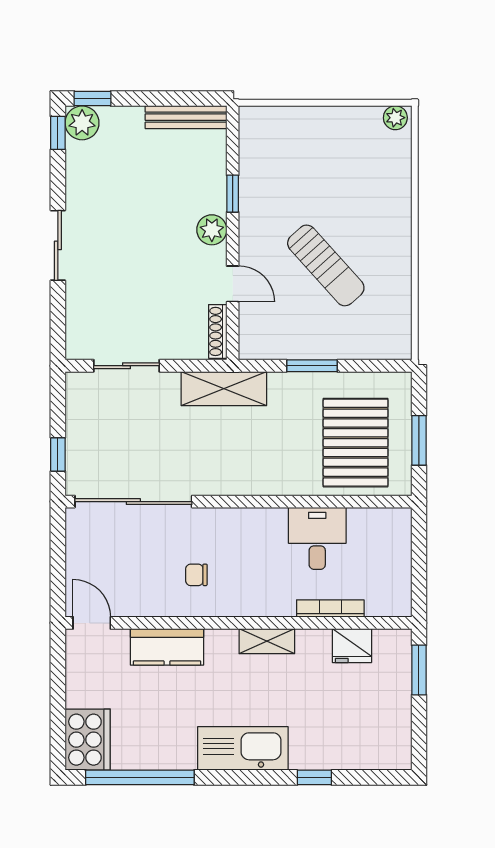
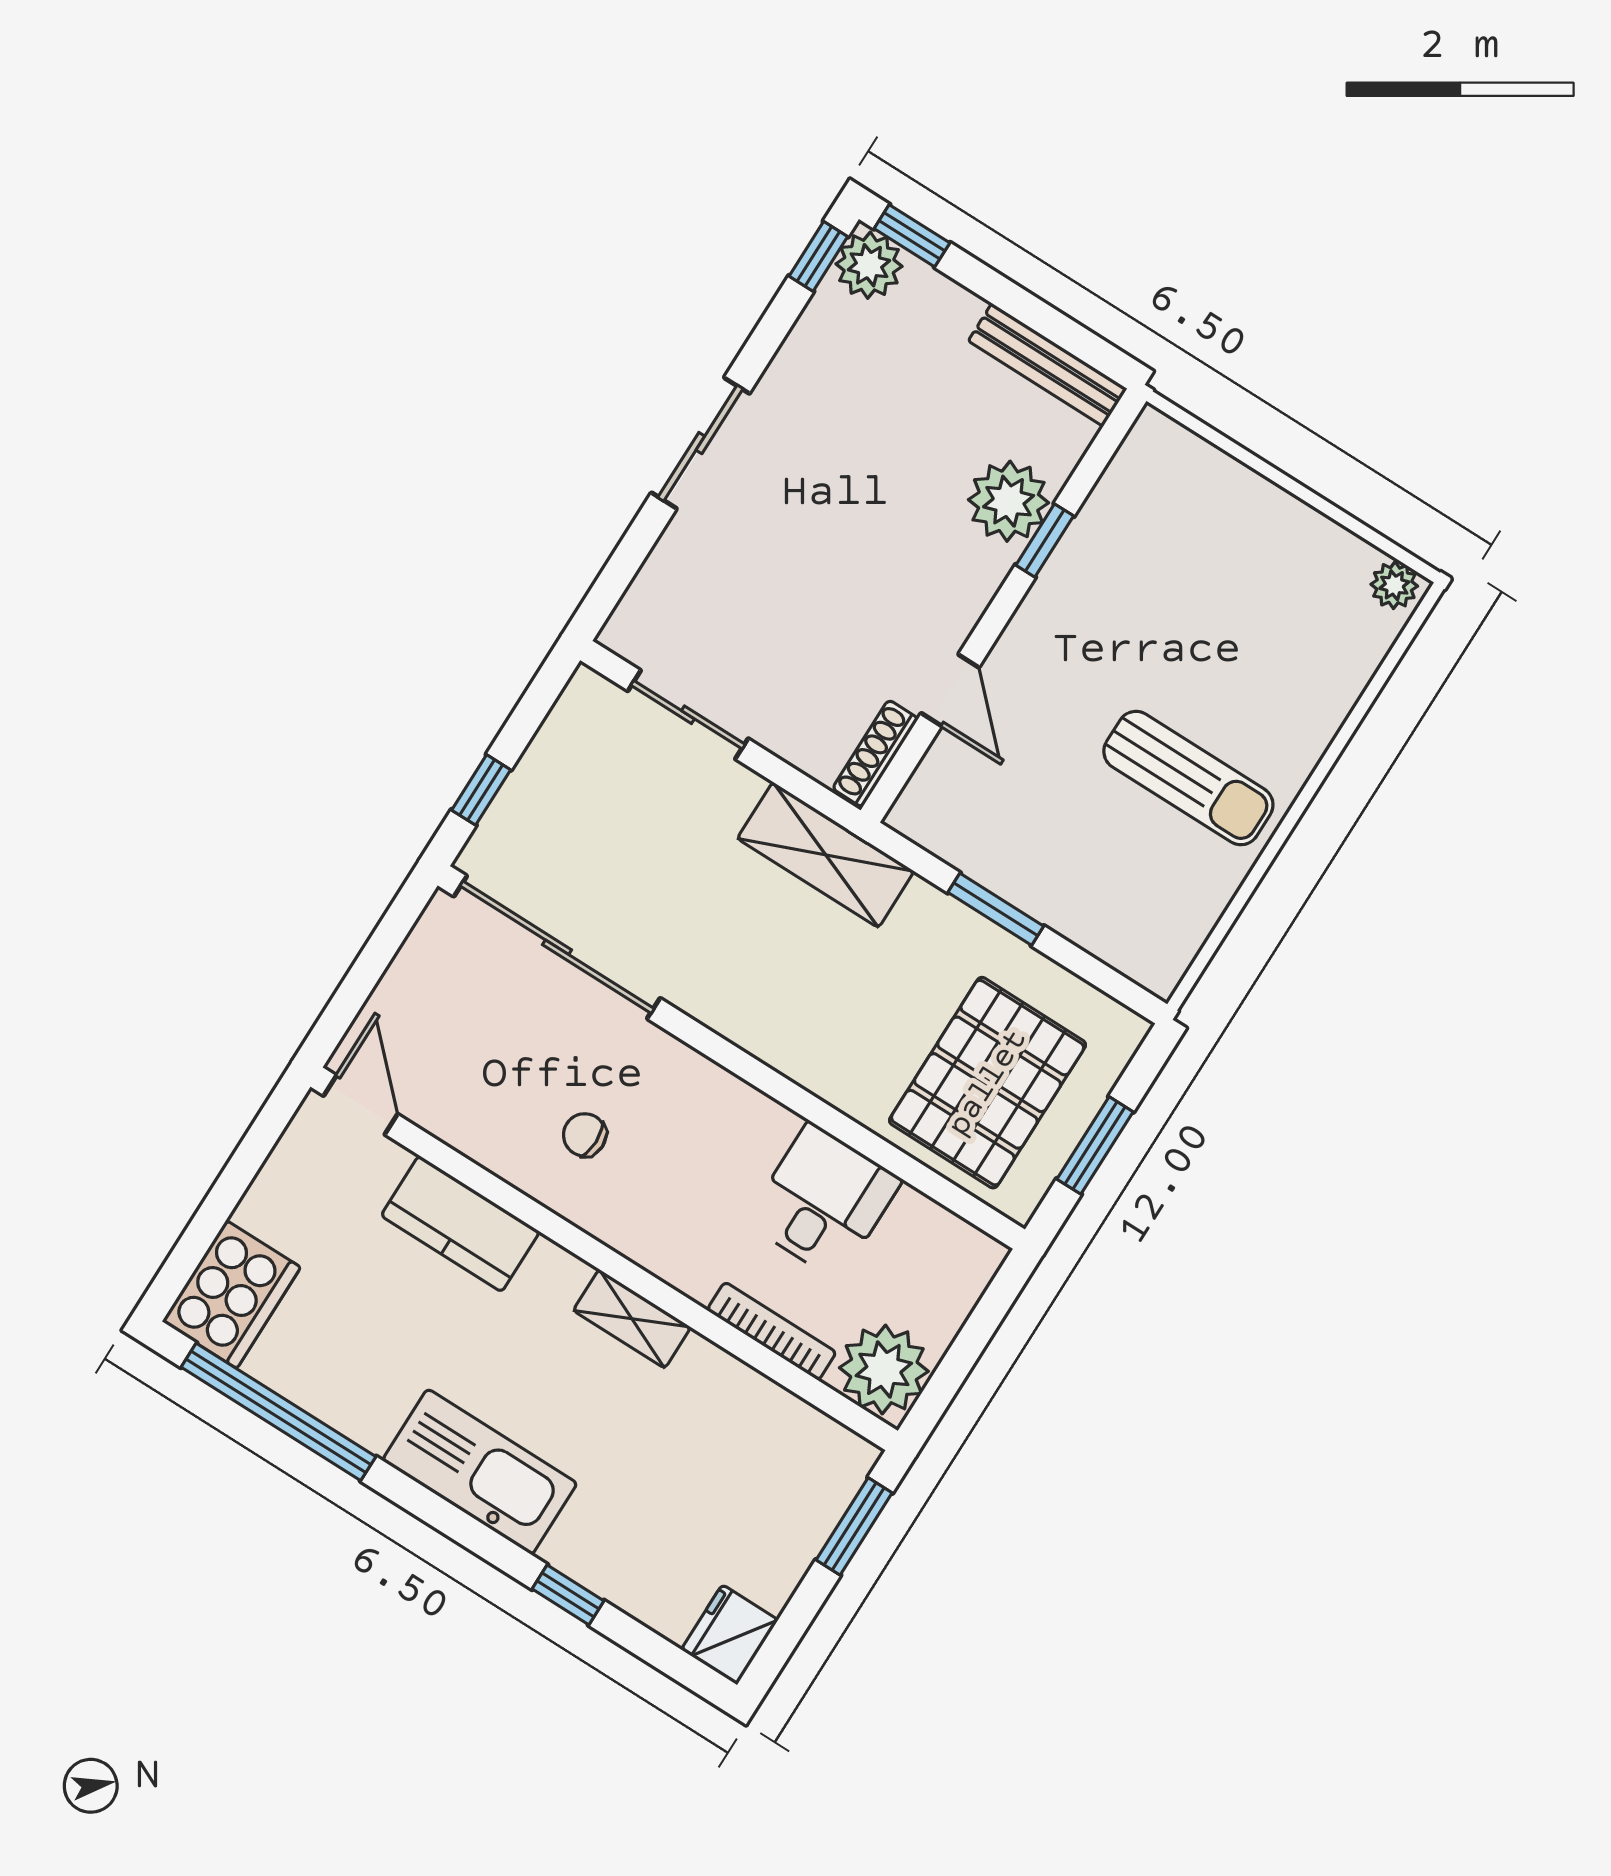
plant: (212, 230) -> (1009, 501), moved, width x1.36, depth x1.36
sun lounger: (326, 265) -> (1188, 778), moved, turned -48
plant: (389, 594) -> (884, 1369), added
fridge: (352, 646) -> (730, 1635), moved, turned 90

